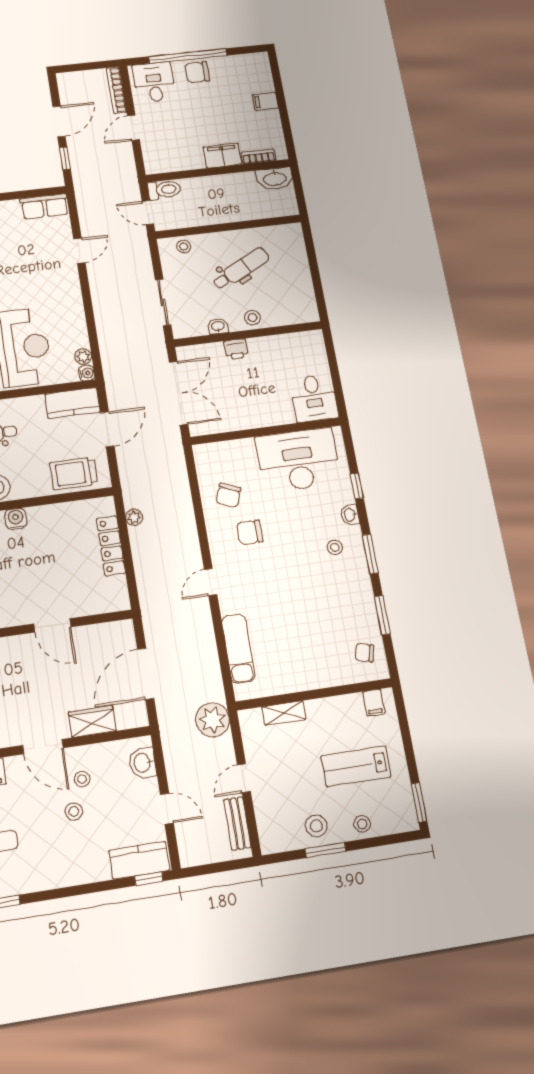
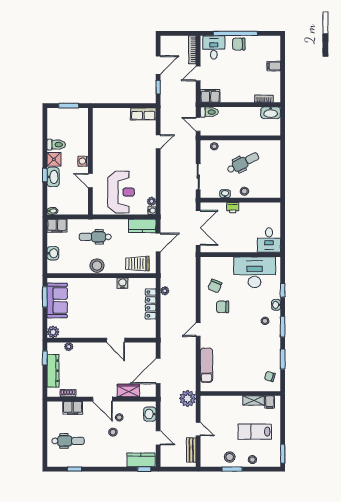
filing cabinet: (222, 156) -> (210, 96), moved
water cooler: (16, 519) -> (122, 283), moved
shelving: (284, 713) -> (254, 400), moved
door: (244, 778) -> (198, 429), swing flipped

